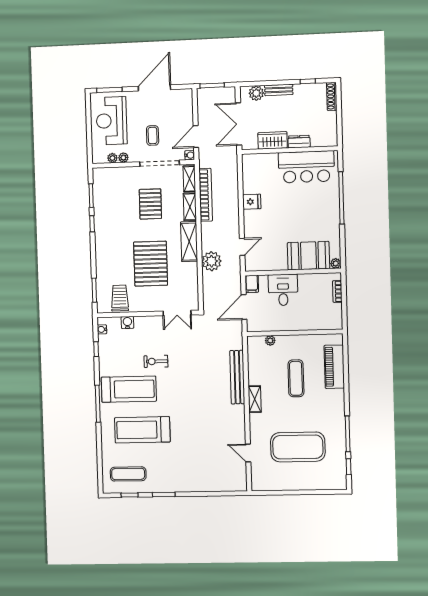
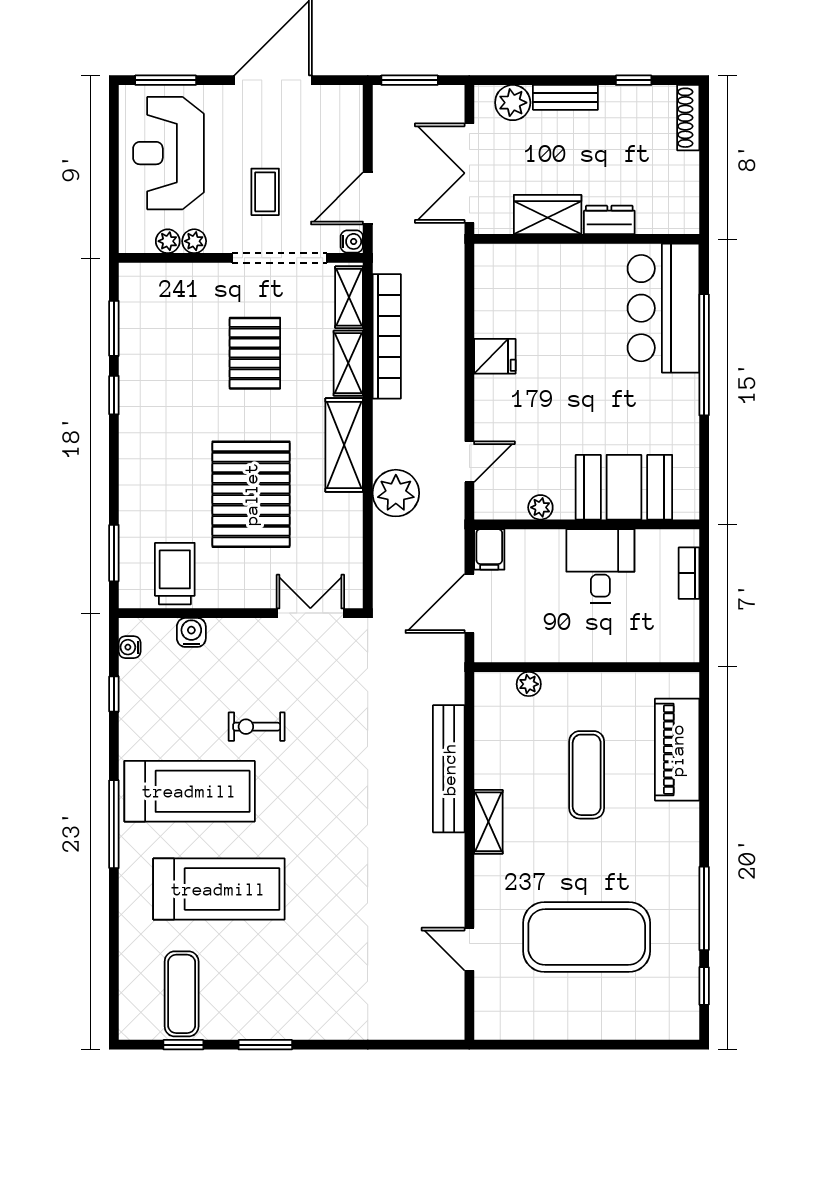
bar counter: (306, 167) -> (663, 308), moved, turned 90
plant: (336, 263) -> (540, 507), moved
desk: (283, 290) -> (600, 566), moved
double door: (177, 313) -> (310, 613), swing flipped
treadmill: (142, 430) -> (219, 889), turned 180
exercise mat: (128, 474) -> (182, 994), turned 90

